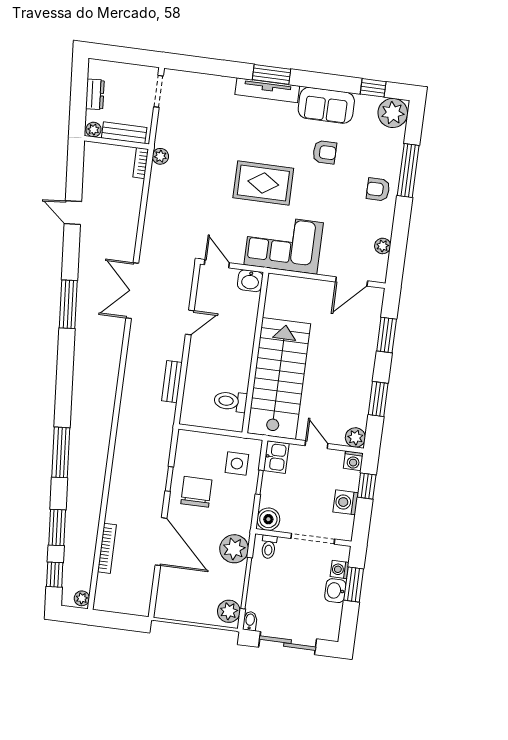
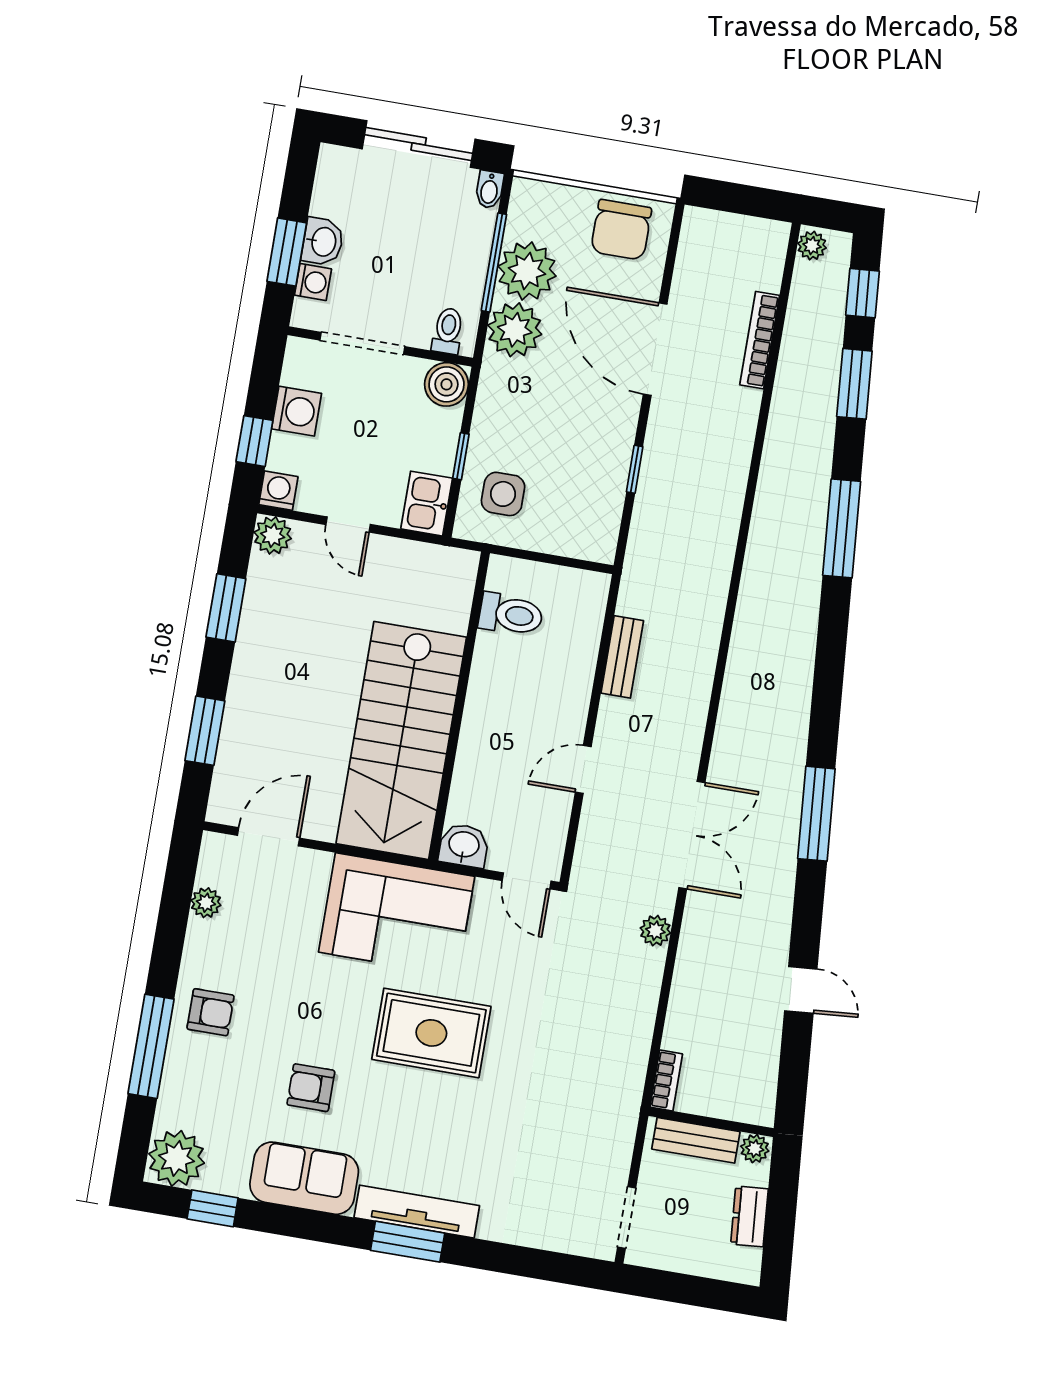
plant: (160, 156) -> (655, 931), moved
stairs: (279, 378) -> (401, 740), moved
chair: (196, 492) -> (621, 230), moved
plant: (229, 611) -> (527, 271), moved, width x1.36, depth x1.36

